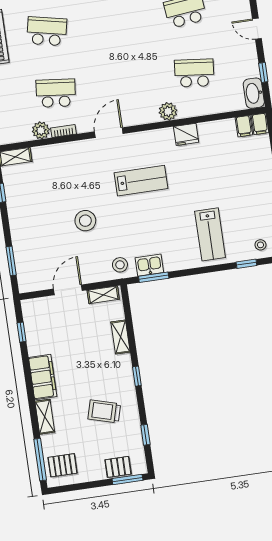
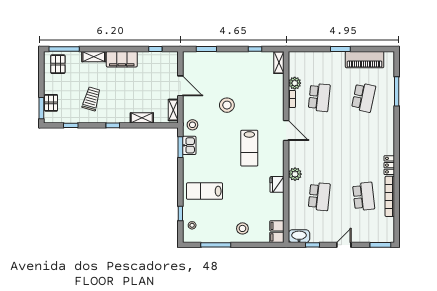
stool: (255, 174) -> (242, 228), added

